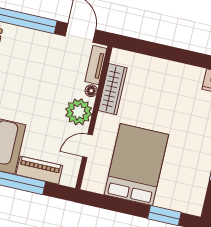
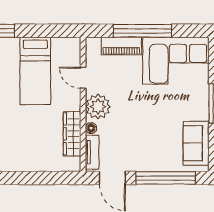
door: (87, 146) -> (83, 78), swing flipped
bed: (136, 165) -> (35, 71), width x0.67

